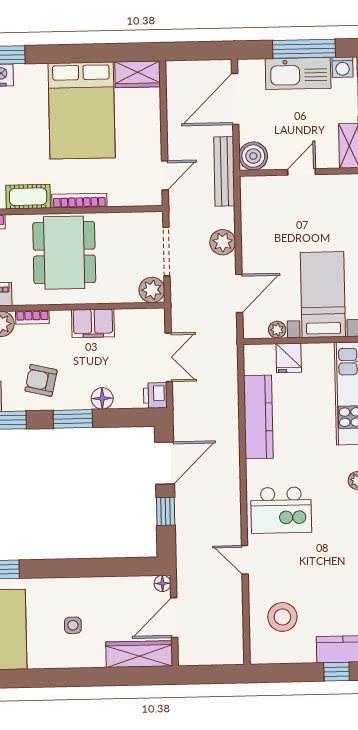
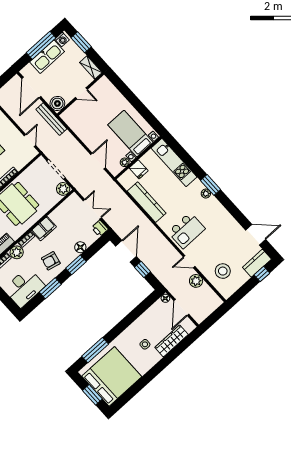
door: (302, 172) -> (81, 93), swing flipped
plant: (223, 242) -> (196, 281), moved
filing cabinet: (93, 323) -> (44, 229), moved
wardrobe: (139, 654) -> (172, 341), moved

